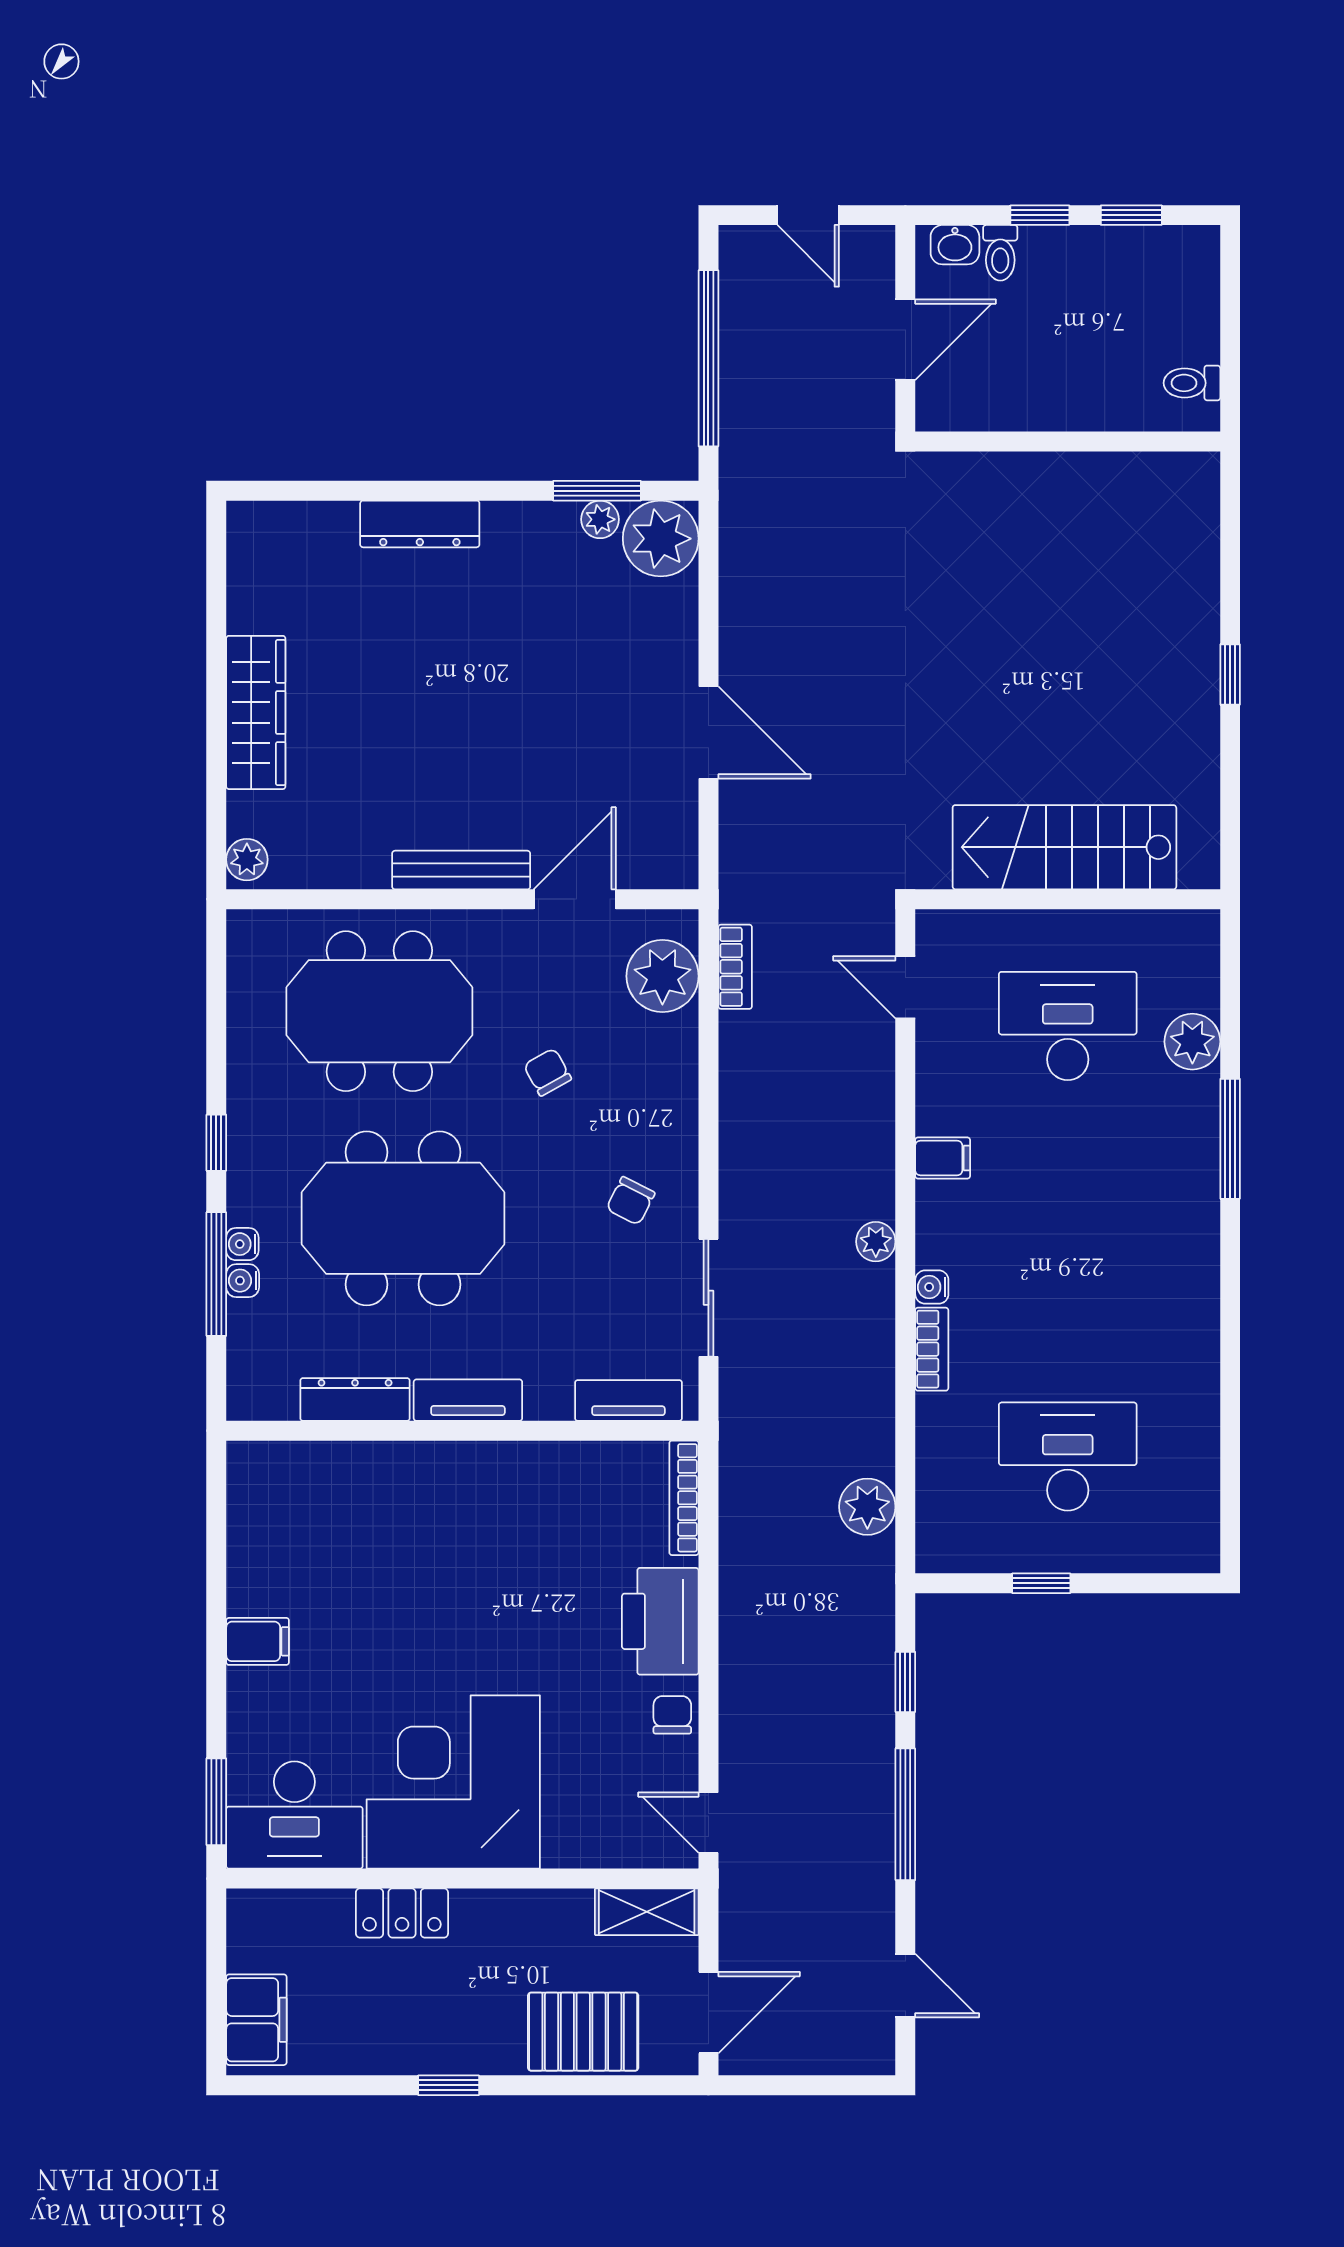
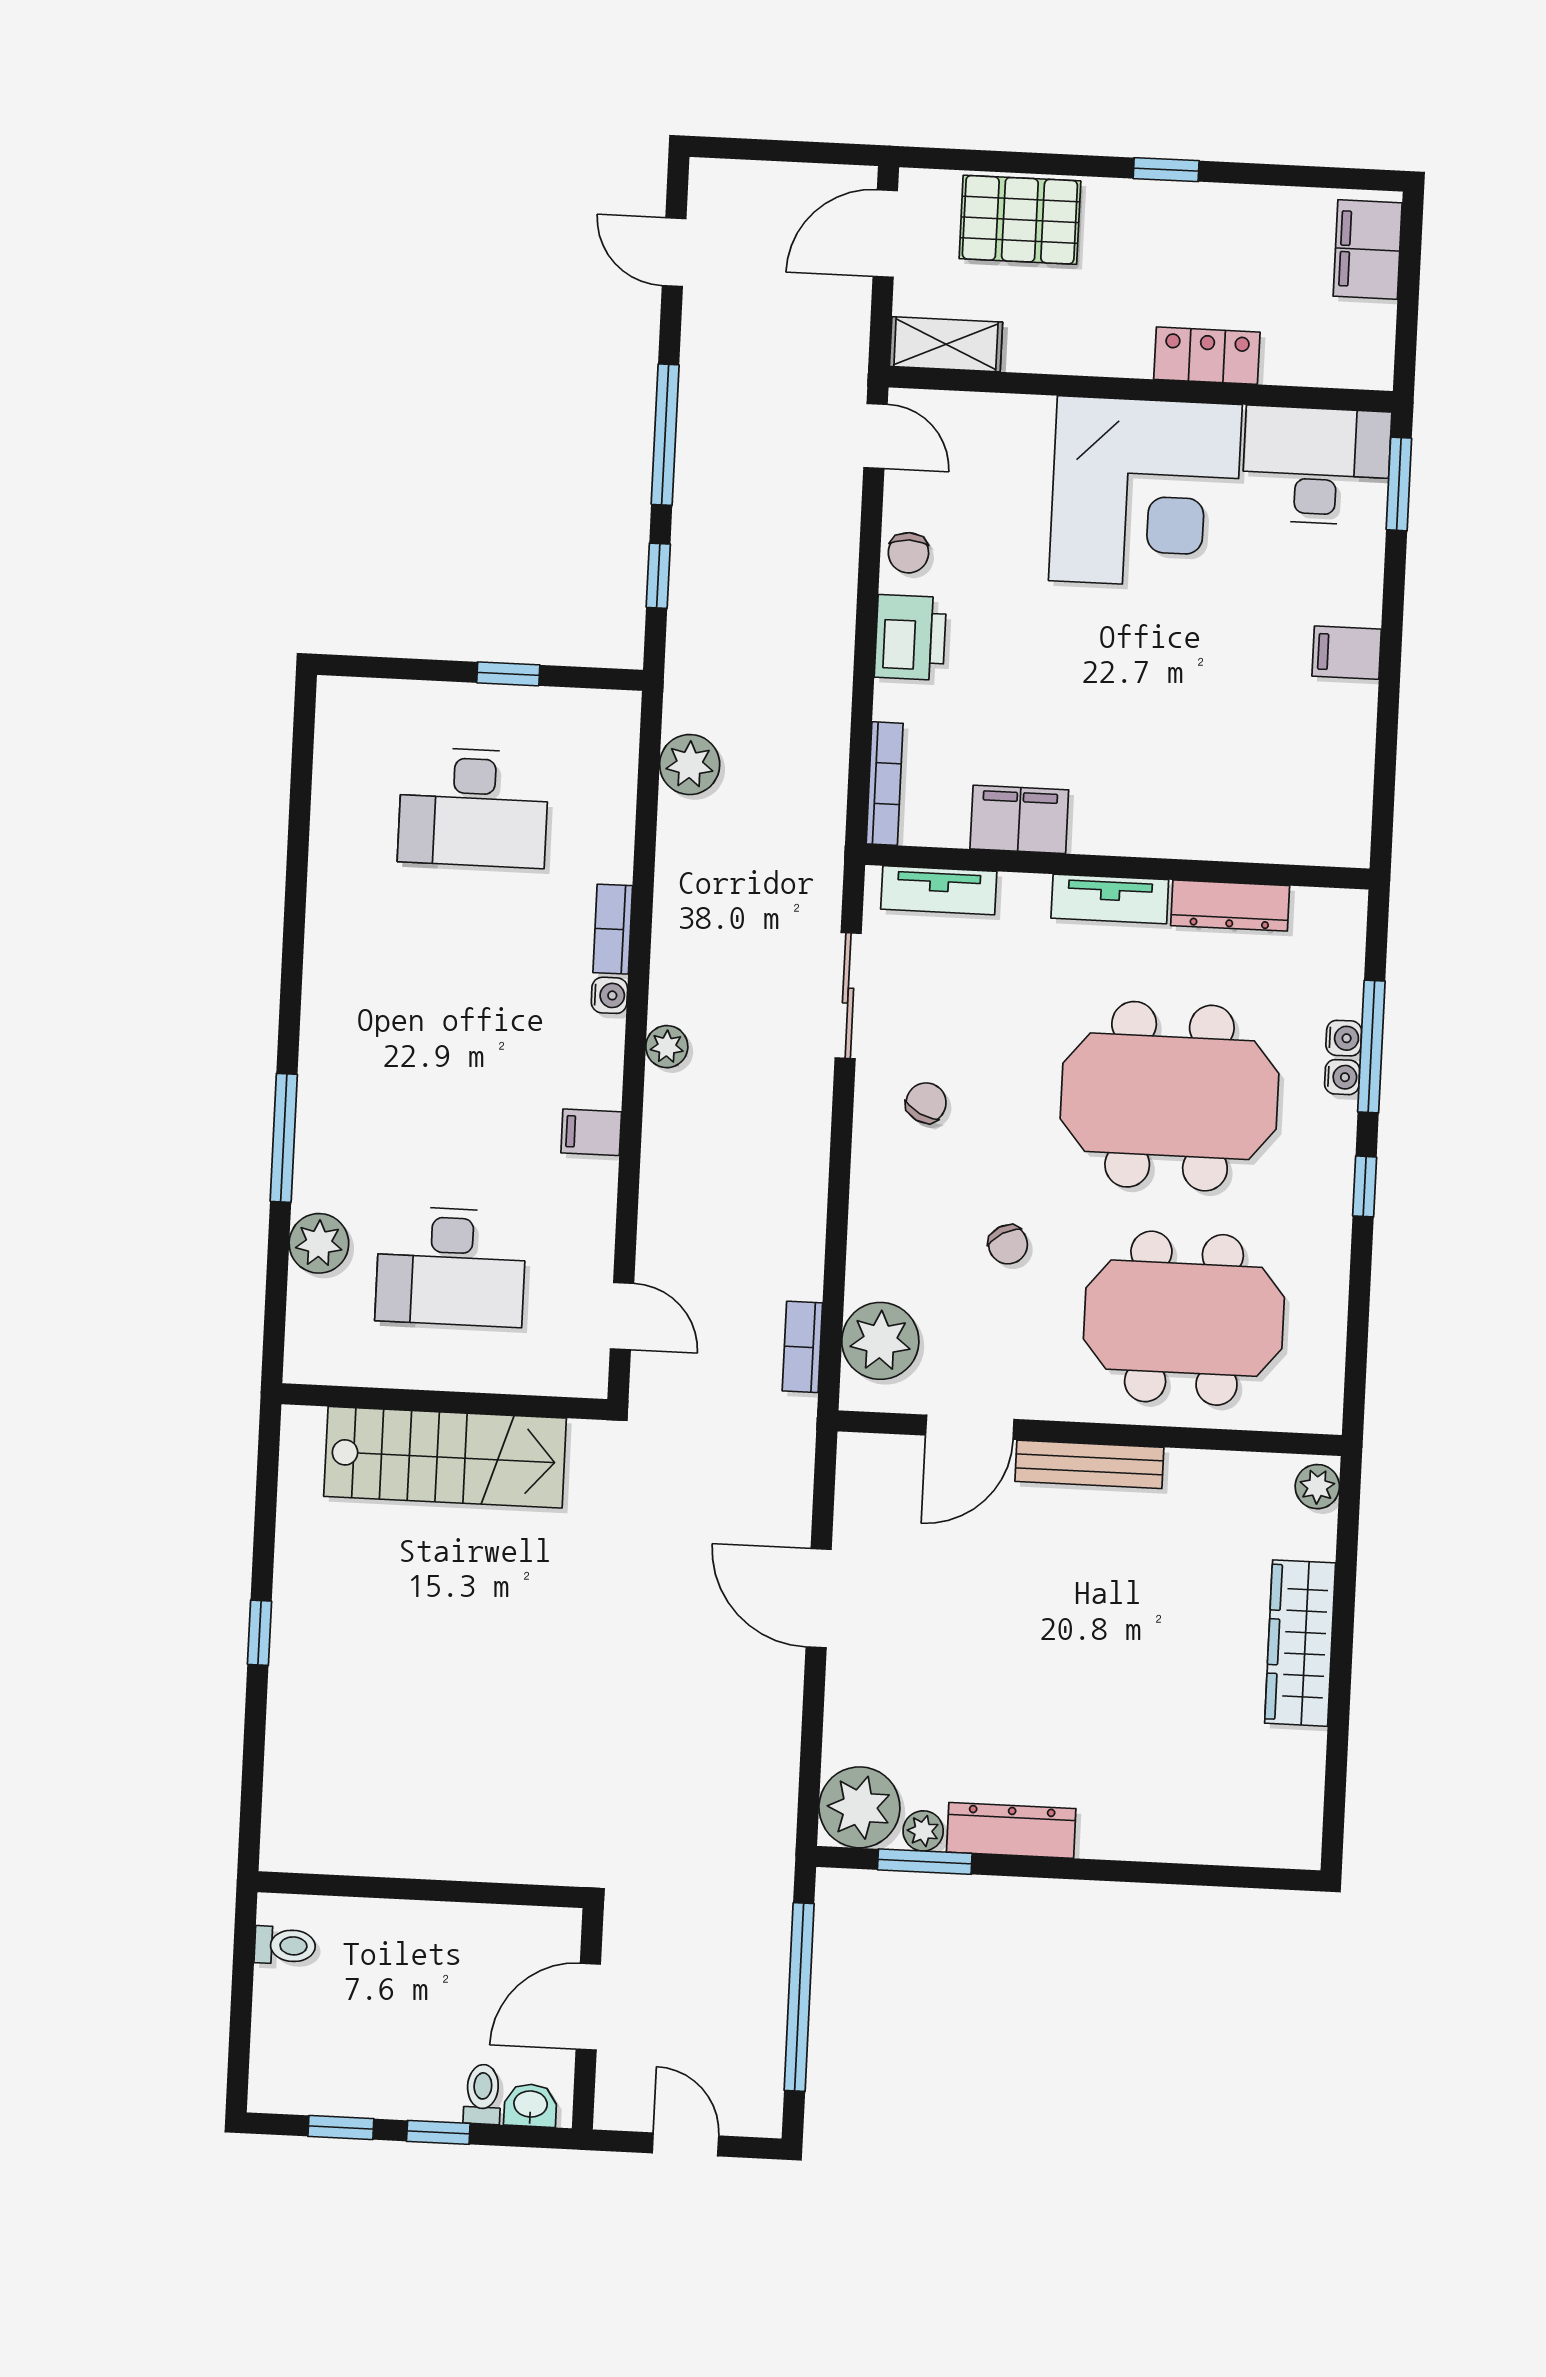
dresser: (420, 524) -> (1011, 1830), moved
filing cabinet: (556, 1470) -> (1019, 819), added
printer: (660, 1621) -> (910, 637), width x0.73, depth x0.84

